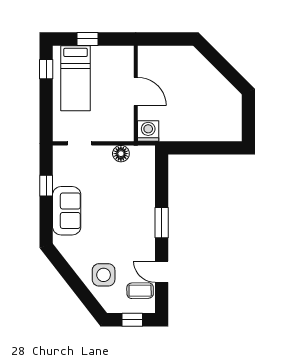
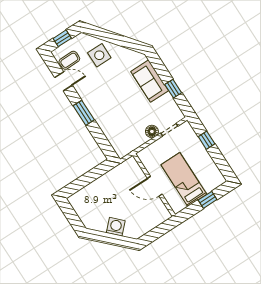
window: (46, 69) -> (207, 140), moved
bed: (76, 78) -> (184, 179), moved
washing machine: (148, 131) -> (116, 227), moved, turned -135
floor lamp: (121, 154) -> (152, 131), moved

